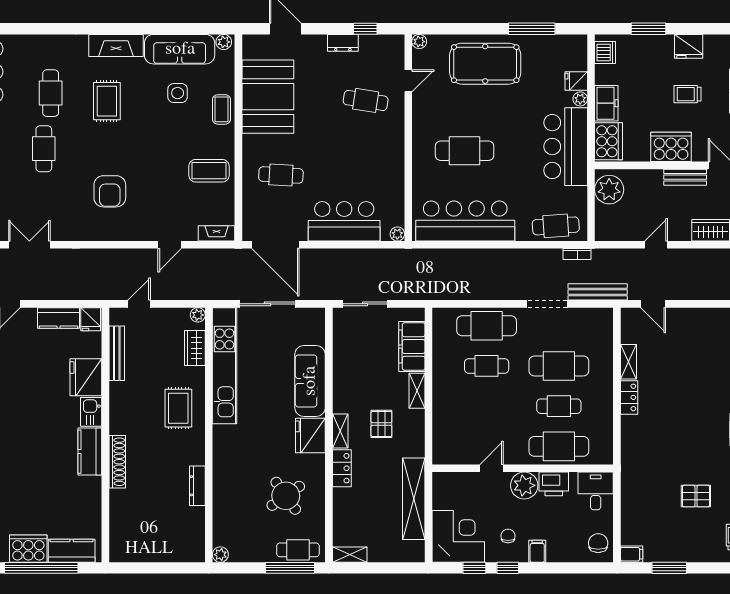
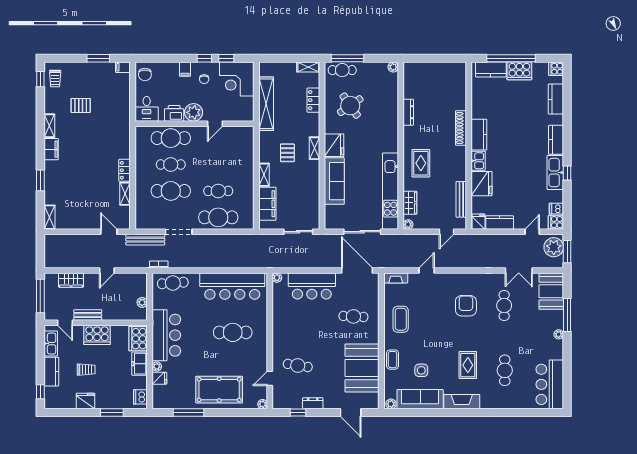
cafe table: (44, 149) -> (504, 306), moved
coffee table: (209, 171) -> (401, 319), turned 90
plant: (609, 190) -> (142, 302), width x0.53, depth x0.53
locker: (342, 468) -> (313, 100), moved

